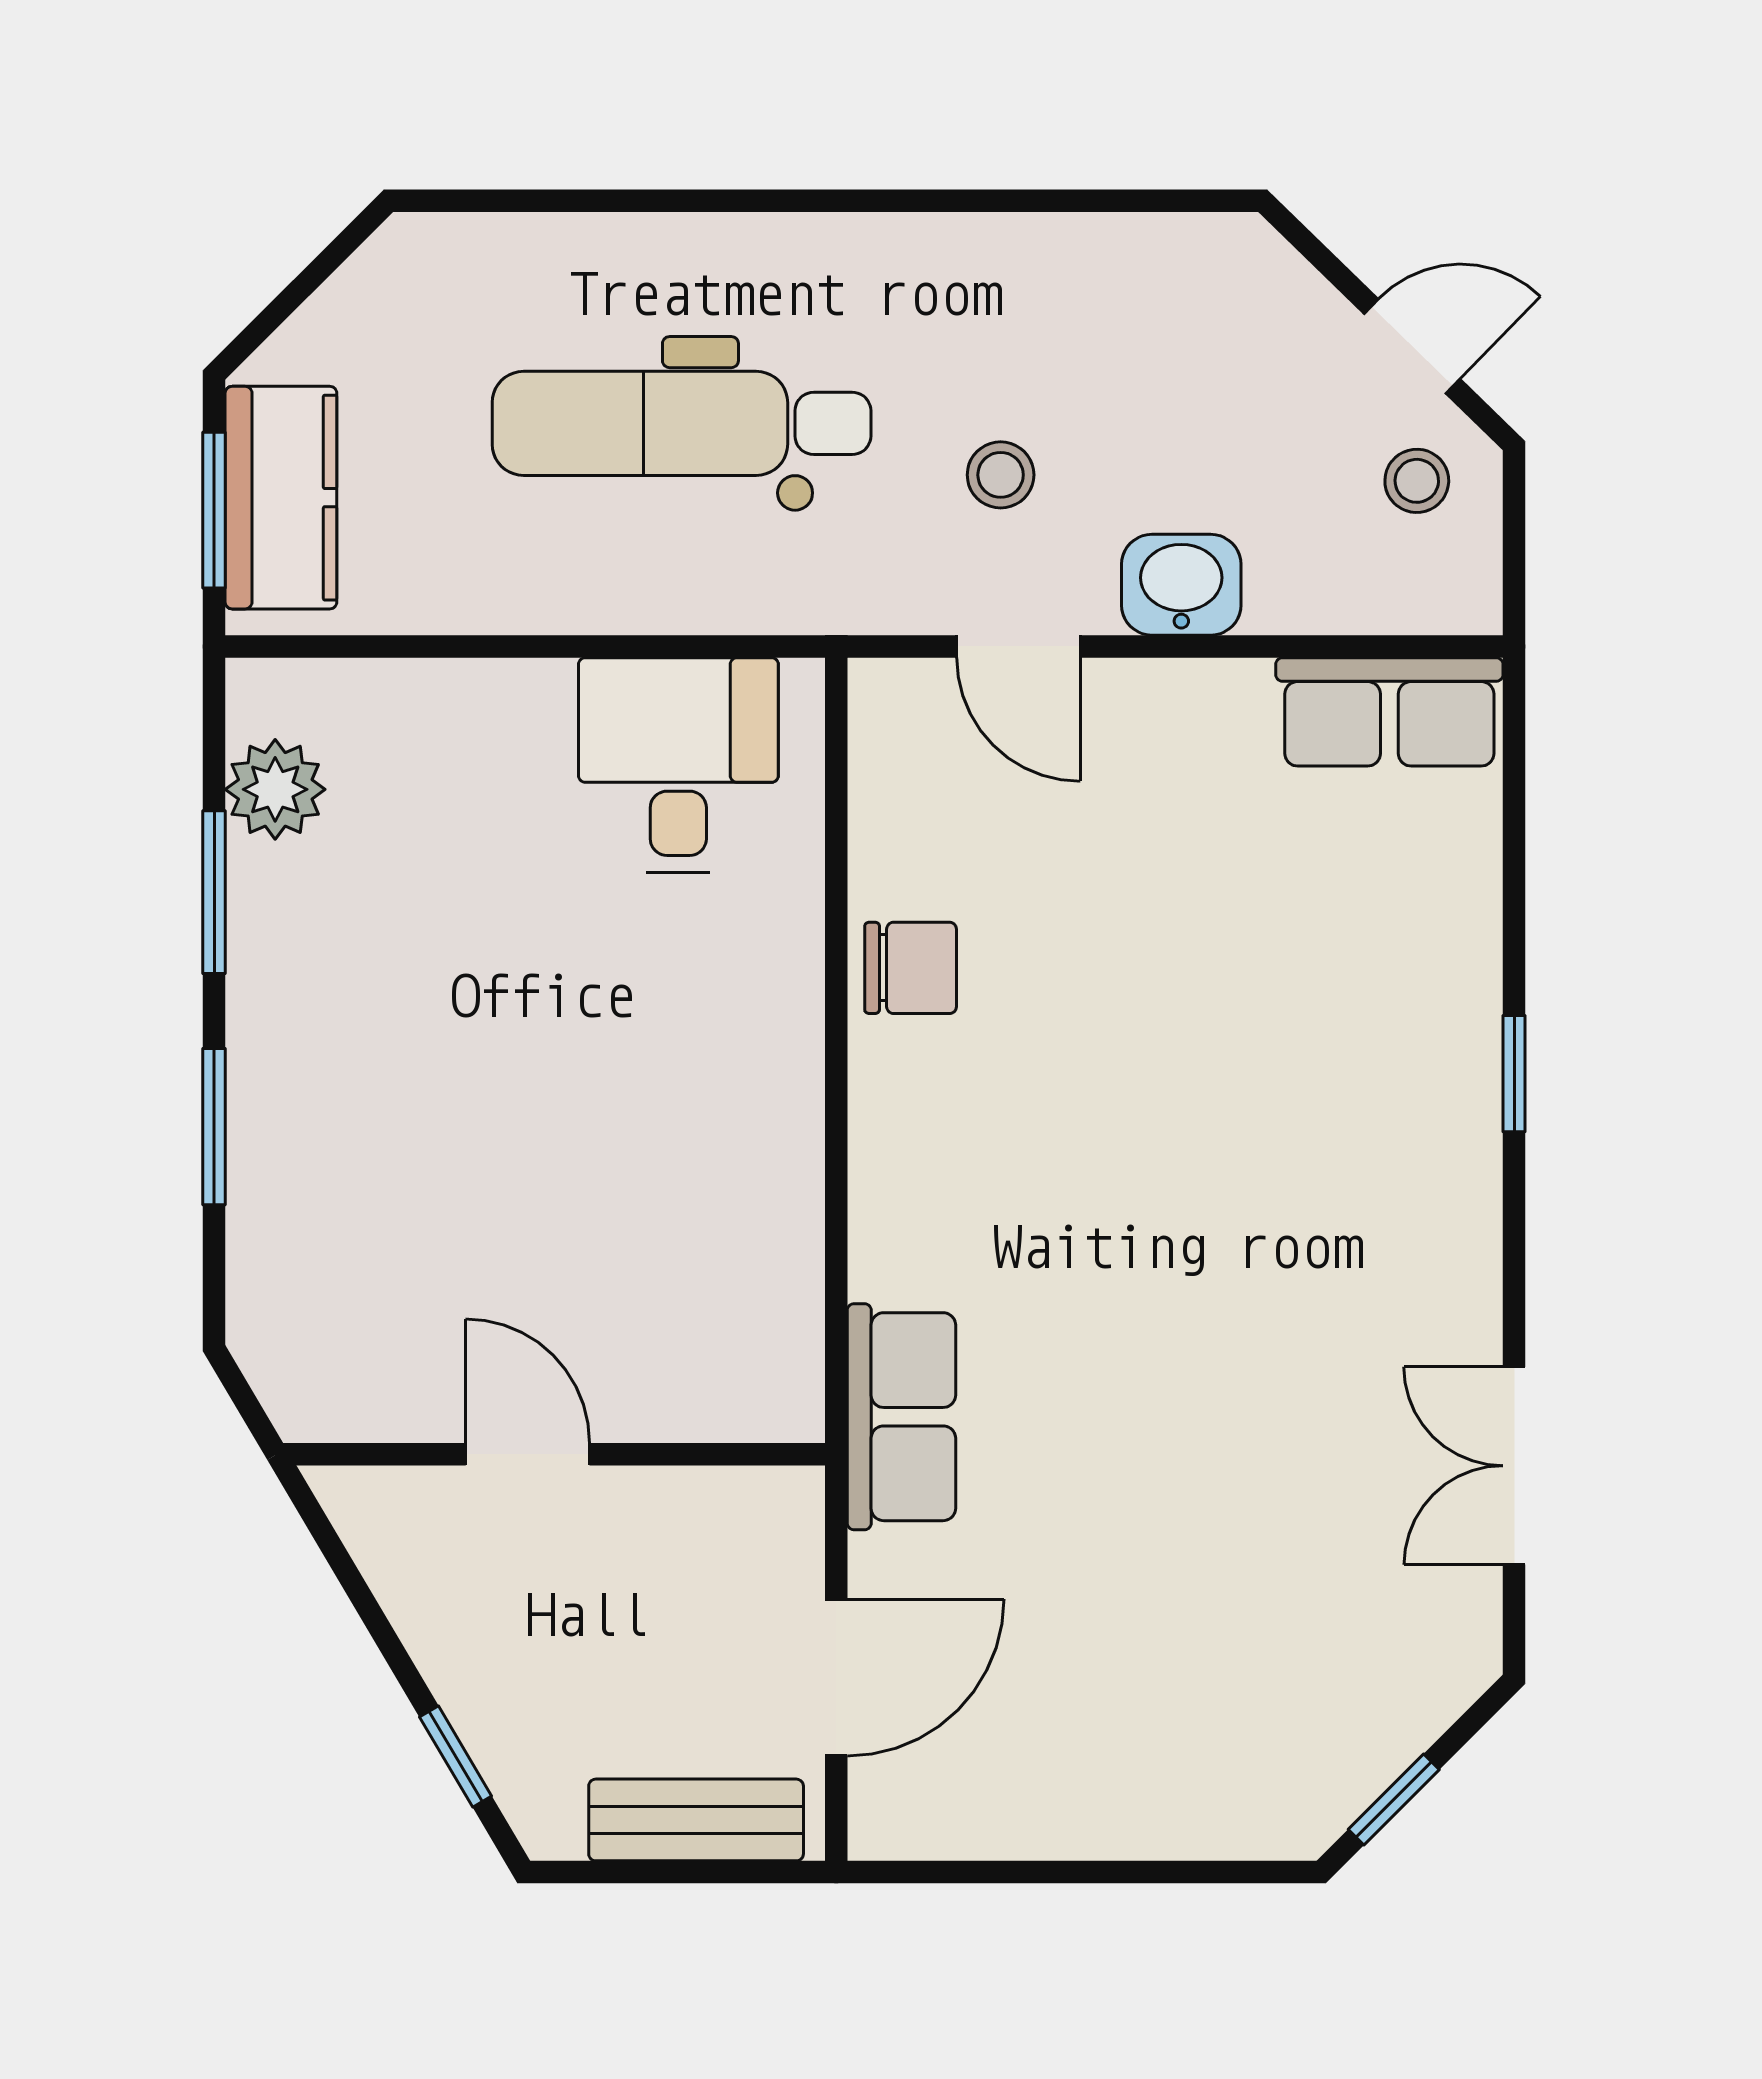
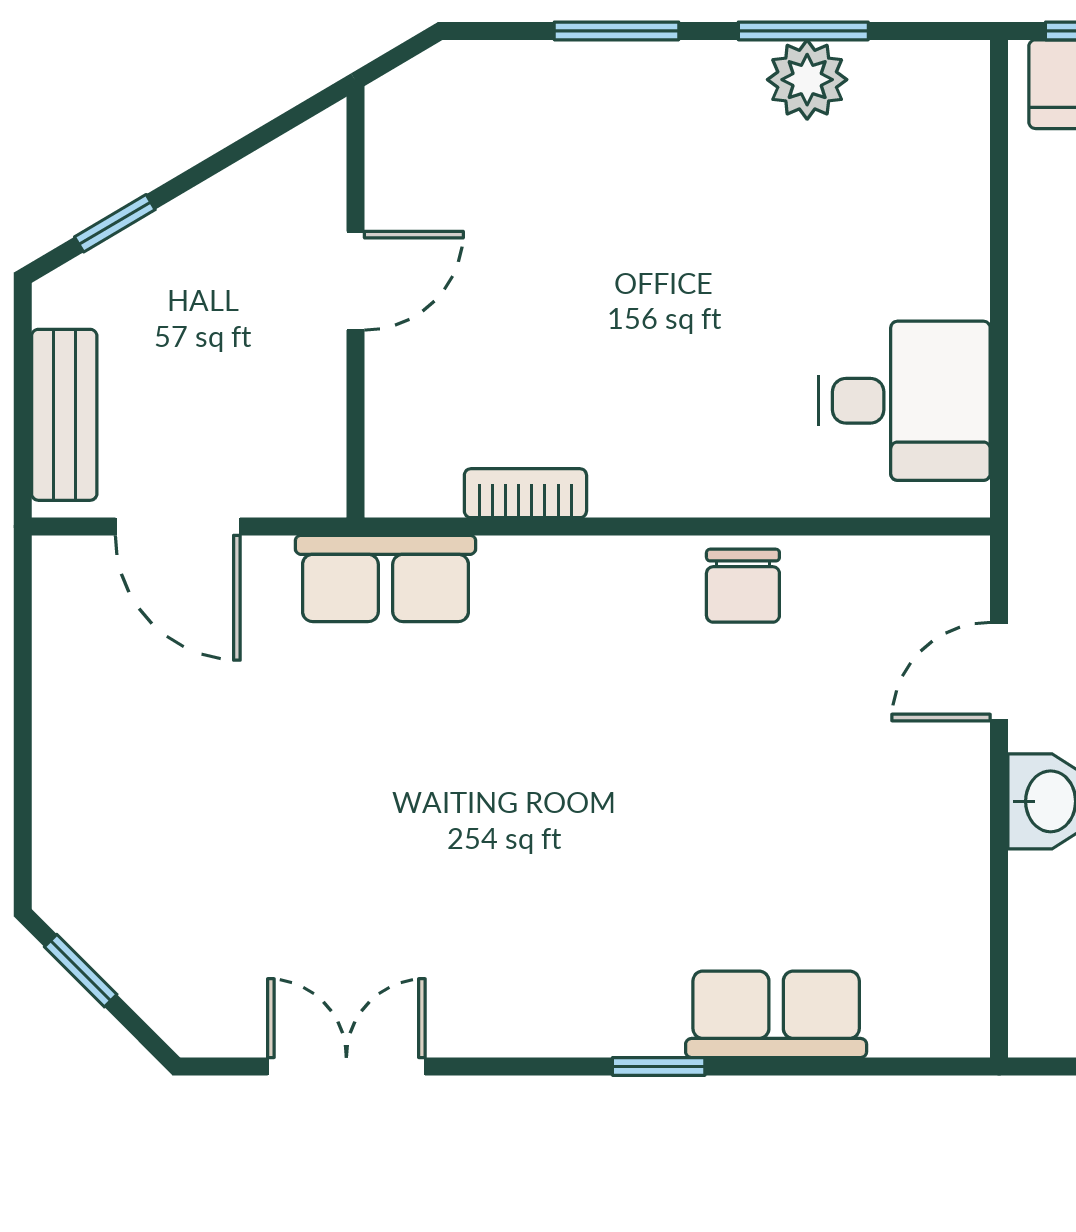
row of seats: (1389, 712) -> (776, 1014), moved, turned 90
plant: (275, 789) -> (807, 80), moved
bookcase: (794, 1241) -> (525, 493), added

